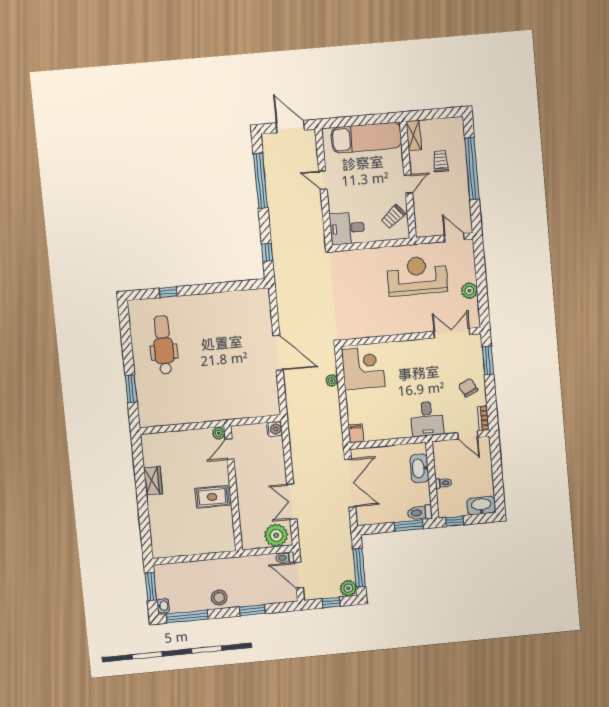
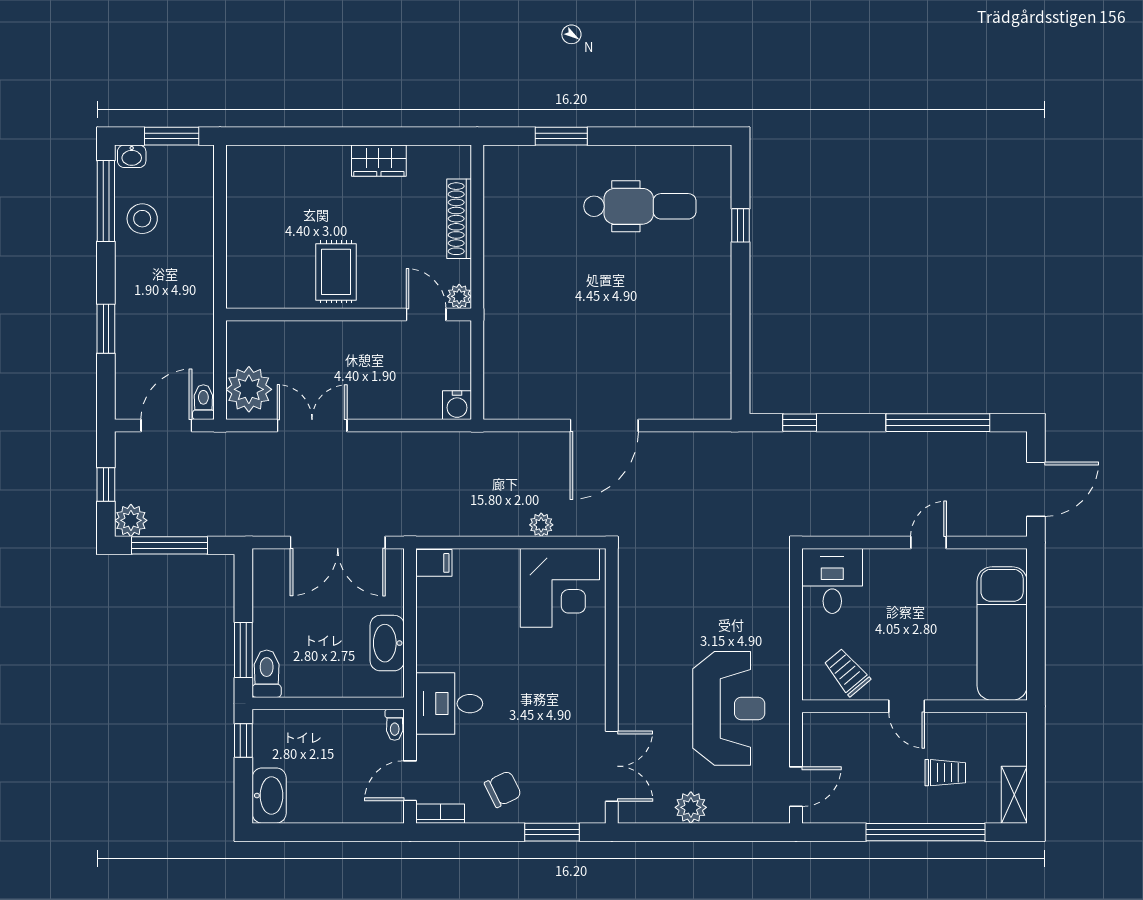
shelving: (414, 135) -> (1014, 795), moved, turned 90
shoe rack: (179, 437) -> (459, 219), added
washbasin: (419, 468) -> (387, 643), moved, turned -90
toilet: (443, 483) -> (395, 725), moved
stool: (219, 598) -> (142, 219), moved

